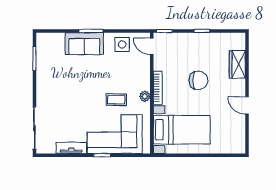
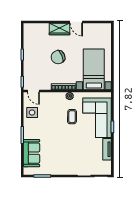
sofa: (84, 44) -> (31, 153), moved
door: (152, 46) -> (33, 91), hinge flipped
wardrobe: (237, 64) -> (60, 29), moved
chair: (198, 80) -> (58, 57), turned -114
door: (247, 105) -> (76, 22), hinge flipped

